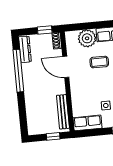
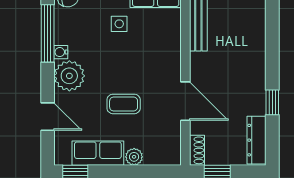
plant: (87, 38) -> (134, 157), width x0.53, depth x0.53
window: (18, 71) -> (272, 102), width x0.32

